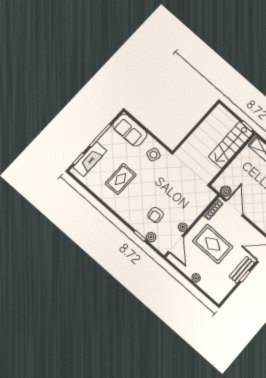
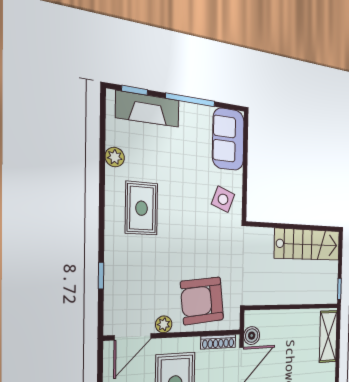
stairs: (231, 145) -> (308, 244), moved, turned 180
rug: (121, 179) -> (141, 208), moved, turned 90
armchair: (156, 215) -> (202, 301), moved, width x1.88, depth x1.88
plant: (151, 237) -> (115, 157), moved

